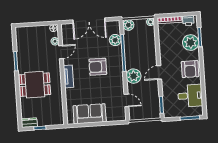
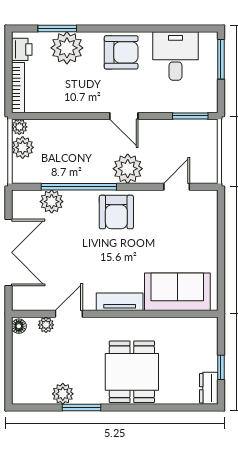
plant: (128, 25) -> (23, 147), moved
plant: (22, 52) -> (63, 394), added
door: (61, 52) -> (69, 314), hinge flipped
armchair: (98, 67) -> (116, 212), moved
sofa: (90, 114) -> (177, 292), moved, turned 90

